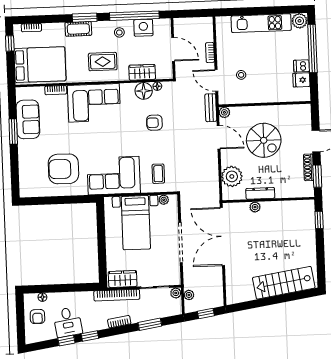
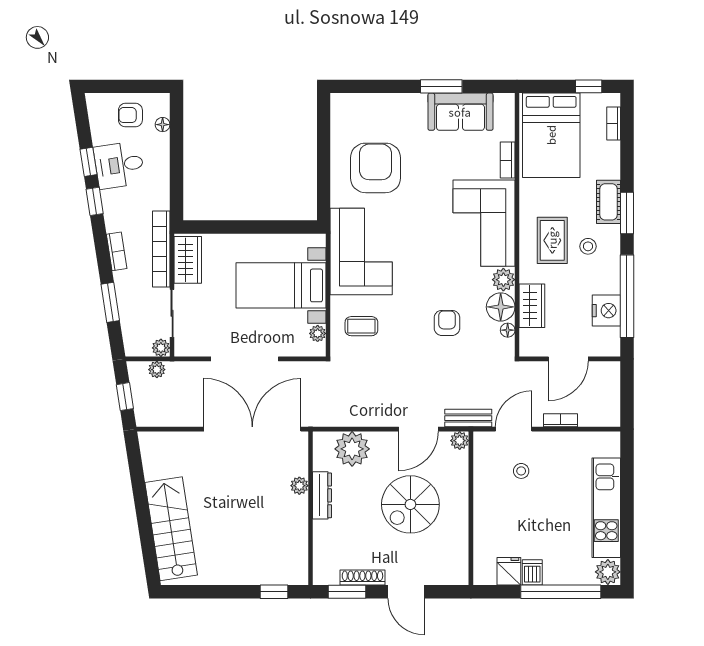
stool: (119, 32) -> (588, 246), moved
plant: (127, 90) -> (503, 280), added

